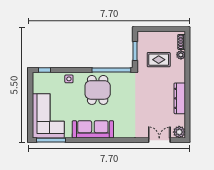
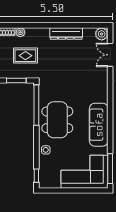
rug: (159, 60) -> (25, 56), turned 90
dining table: (98, 90) -> (57, 120), width x1.38

